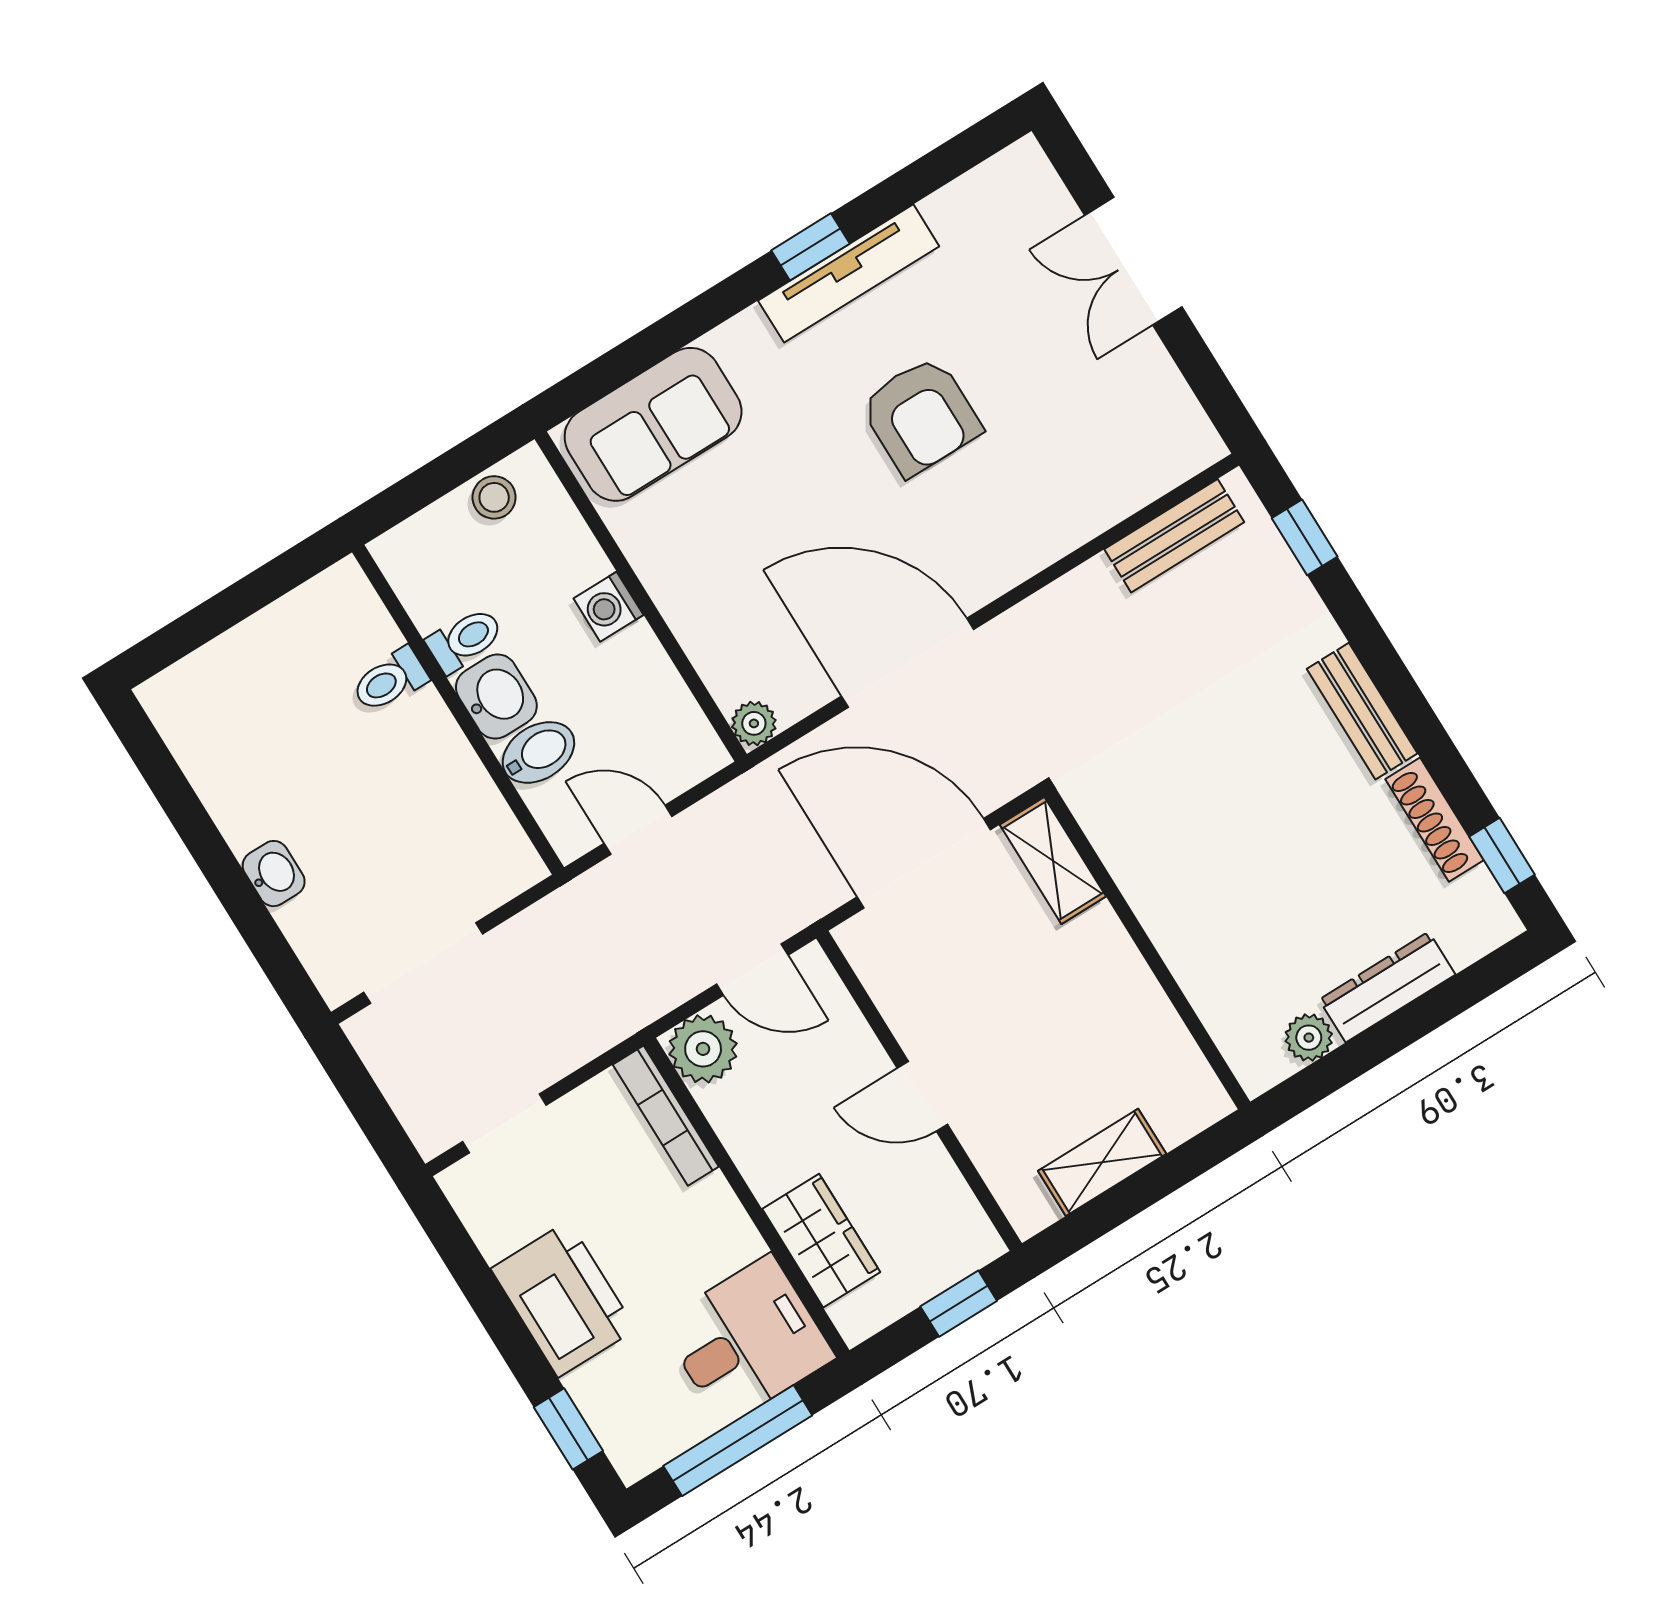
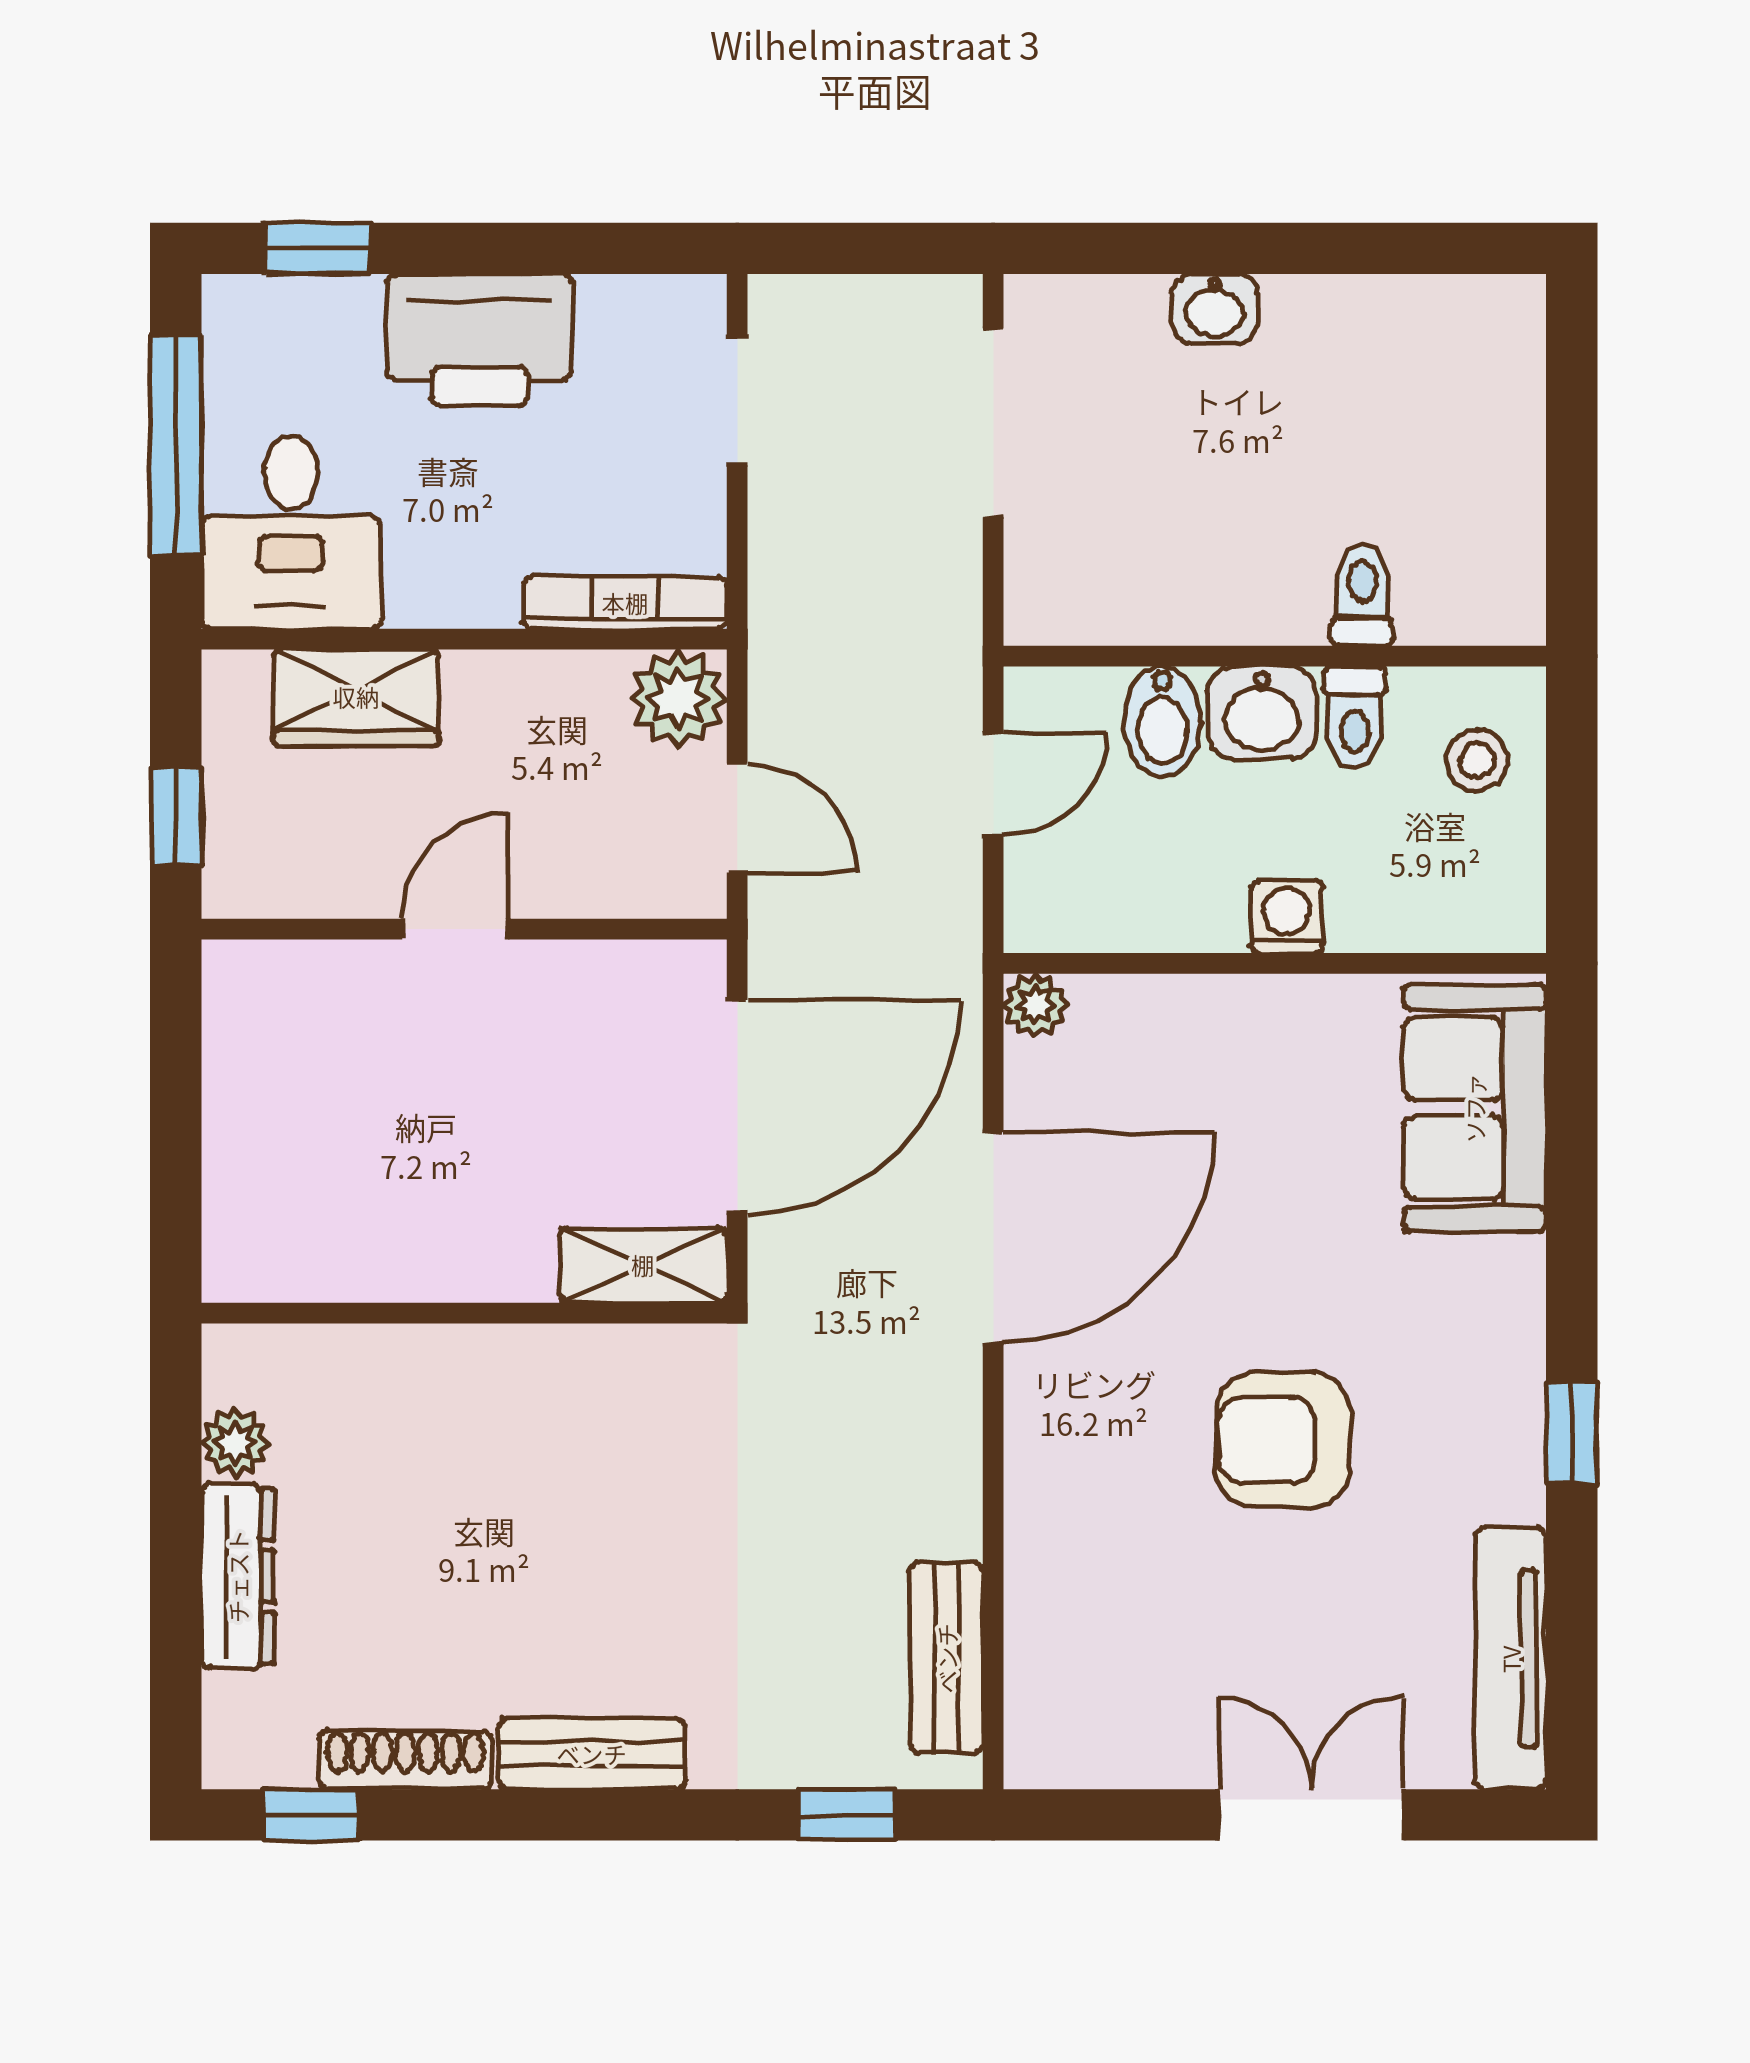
tv unit: (849, 273) -> (1511, 1659), moved
stool: (494, 497) -> (1477, 760), moved
door: (752, 970) -> (737, 818), swing flipped
shelving: (1102, 1162) -> (239, 1098), removed

